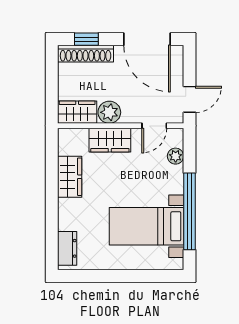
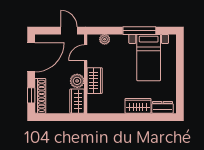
door: (154, 126) -> (86, 53), swing flipped
wardrobe: (70, 177) -> (138, 106), moved
window: (190, 211) -> (139, 31), width x0.68

